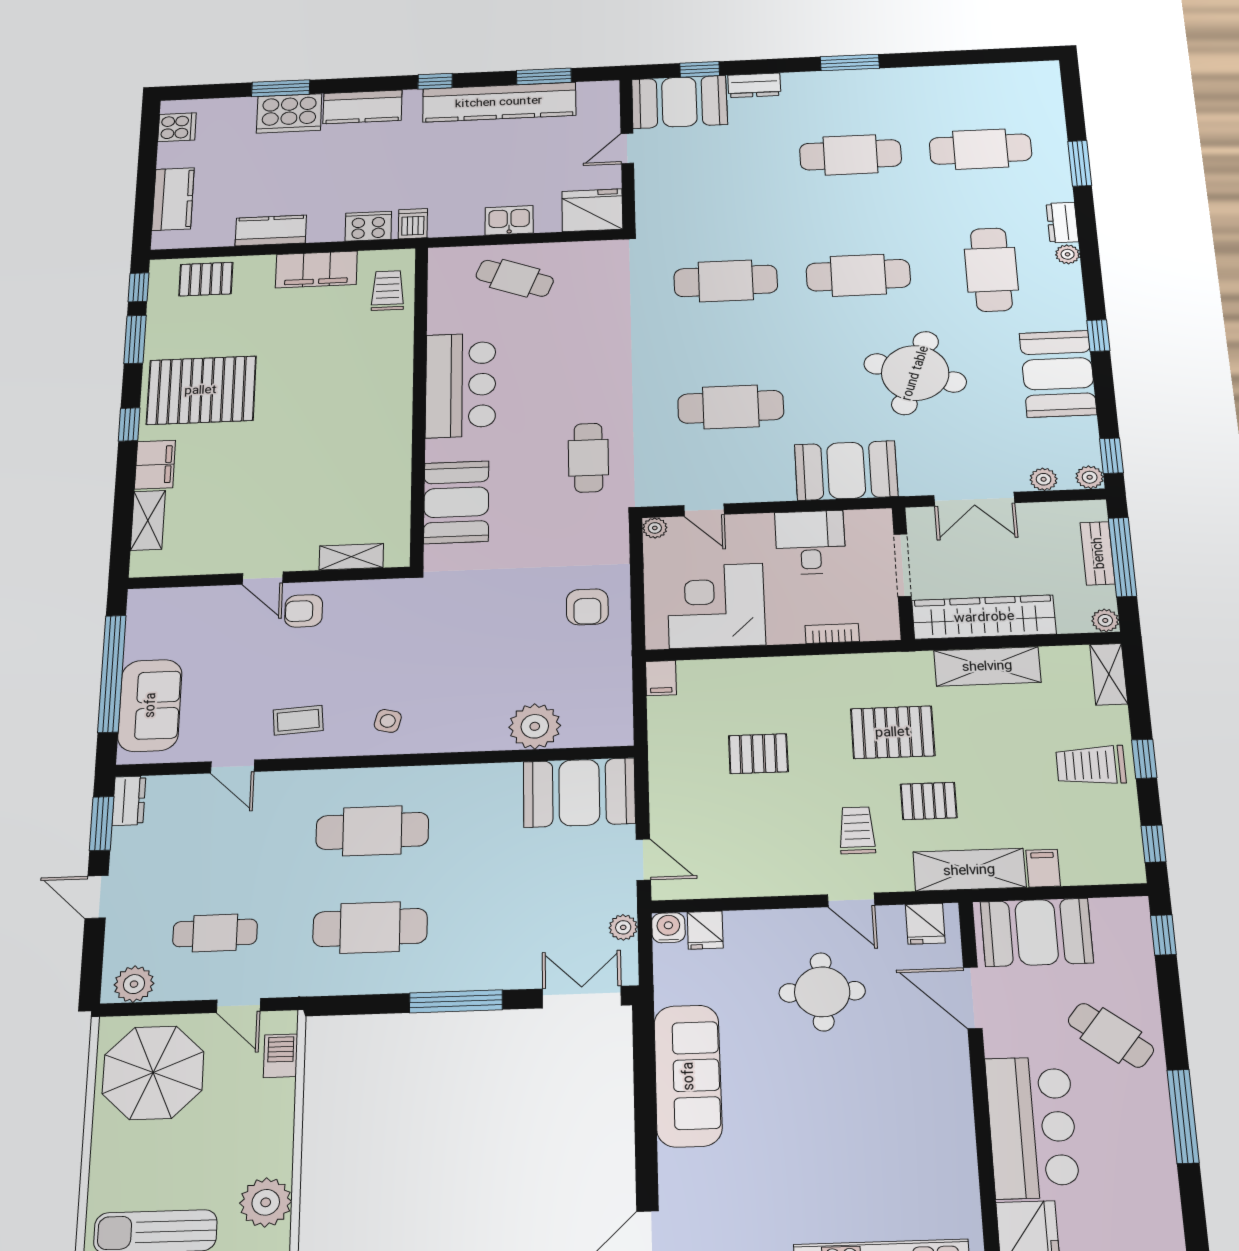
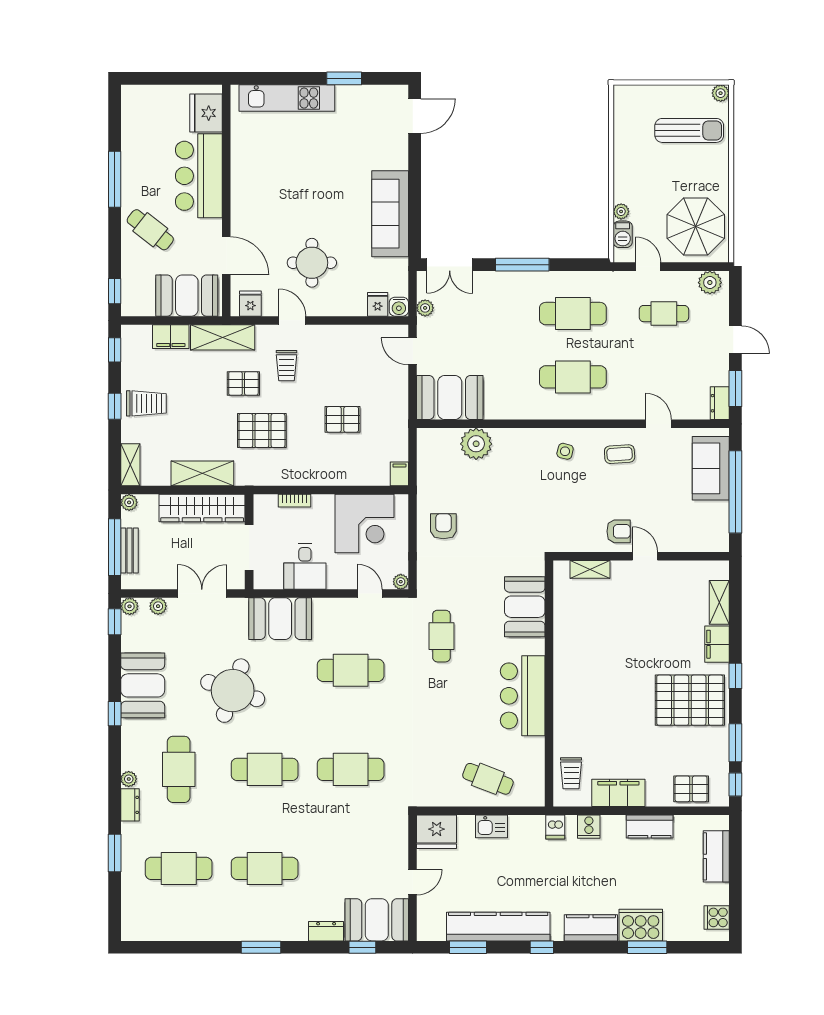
cooker: (368, 226) -> (589, 827), width x0.73
filing cabinet: (1043, 868) -> (171, 337), width x2.00
plant: (266, 1202) -> (621, 211), moved, width x0.53, depth x0.53

